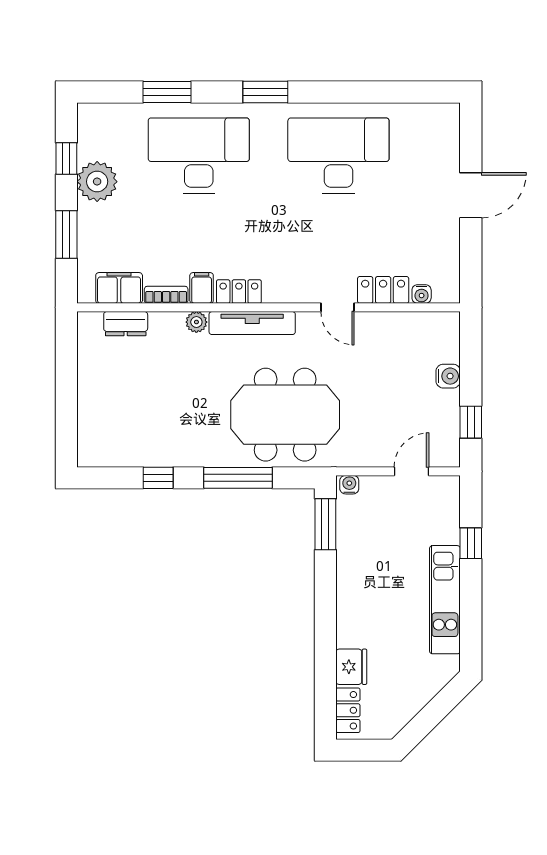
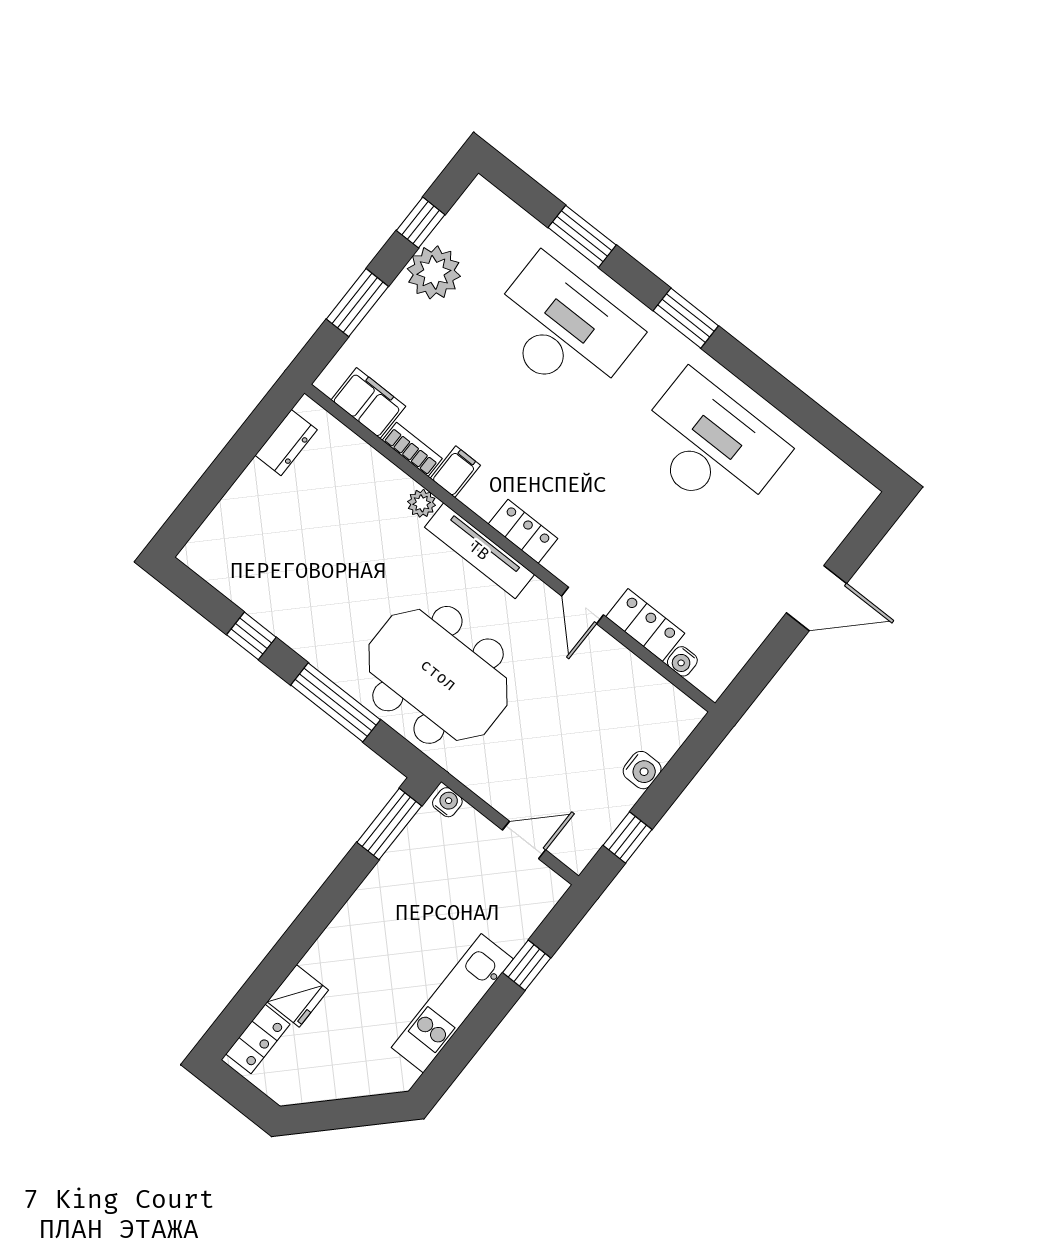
locker: (239, 292) -> (523, 531), moved
dresser: (126, 324) -> (286, 443), moved, turned -90

